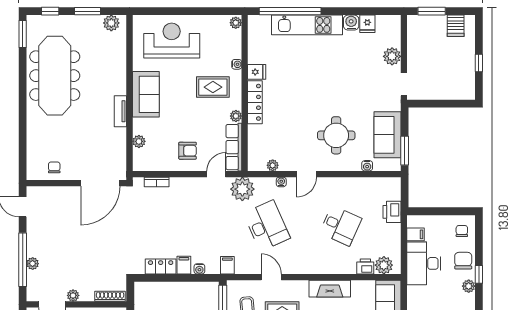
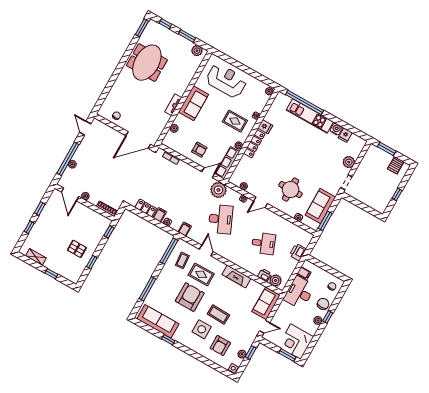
meeting table: (55, 76) -> (147, 63), width x0.73
desk: (341, 226) -> (263, 243), turned -45

